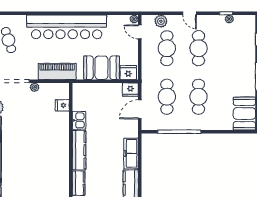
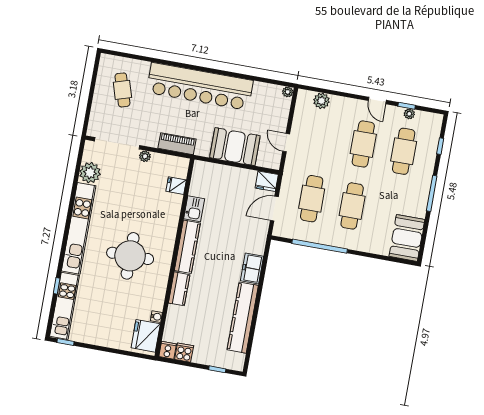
door: (190, 13) -> (377, 100), moved
door: (140, 32) -> (286, 143), moved
cafe table: (167, 48) -> (404, 151), moved
piano: (57, 71) -> (177, 144), width x0.73, depth x0.75
fridge: (128, 73) -> (268, 159), removed
freezer: (131, 153) -> (252, 268), width x0.71
round table: (37, 165) -> (130, 256), added

